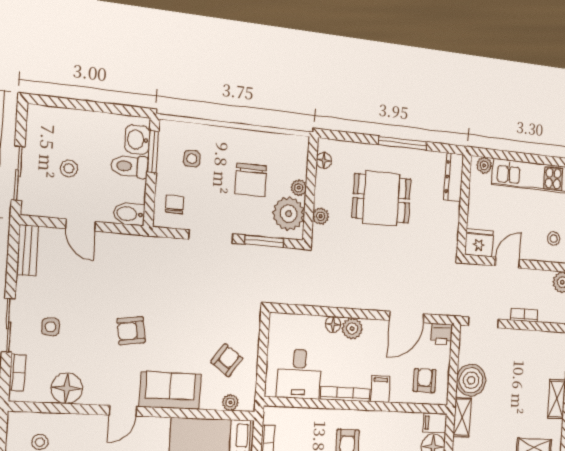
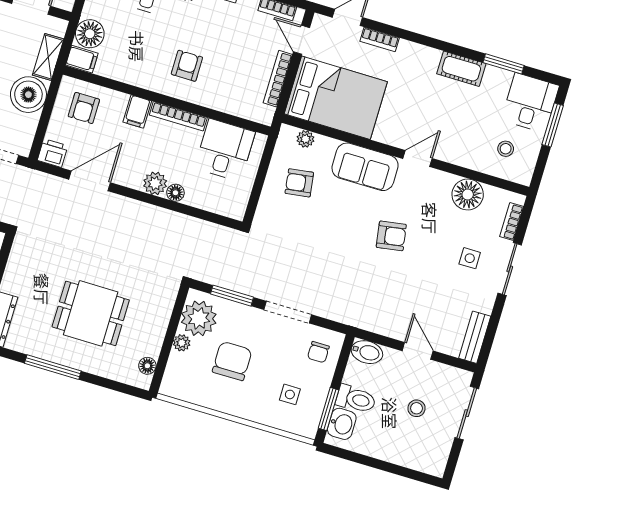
plant: (321, 216) -> (164, 309), removed
armchair: (227, 360) -> (299, 183), turned 47

